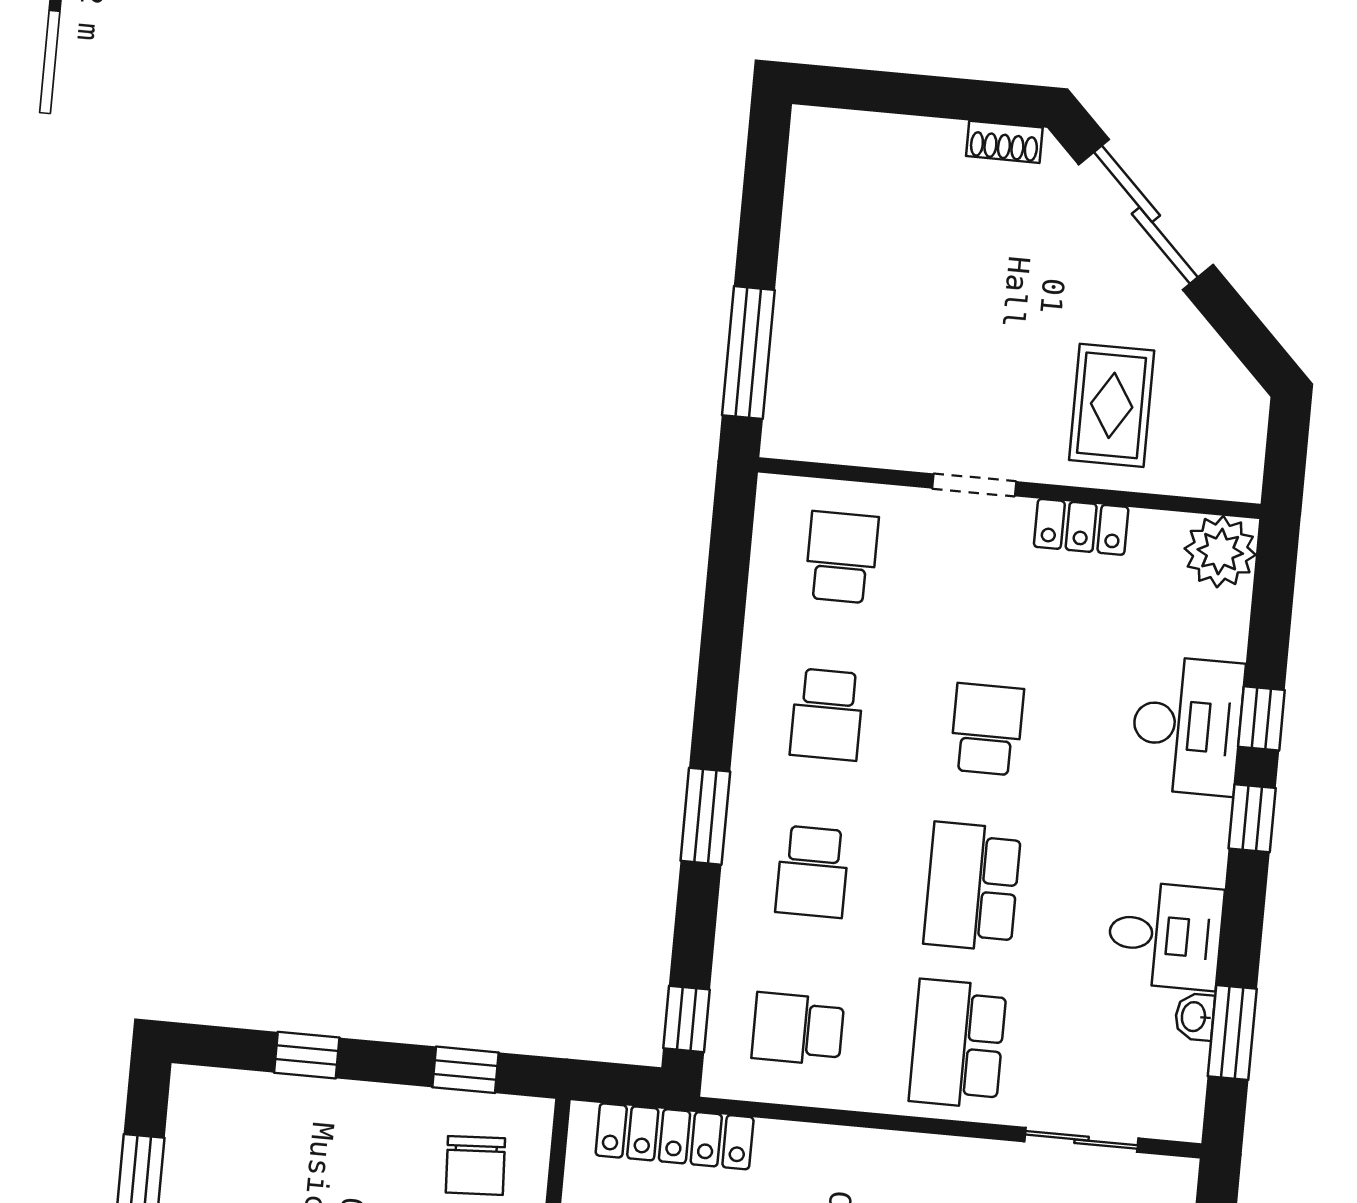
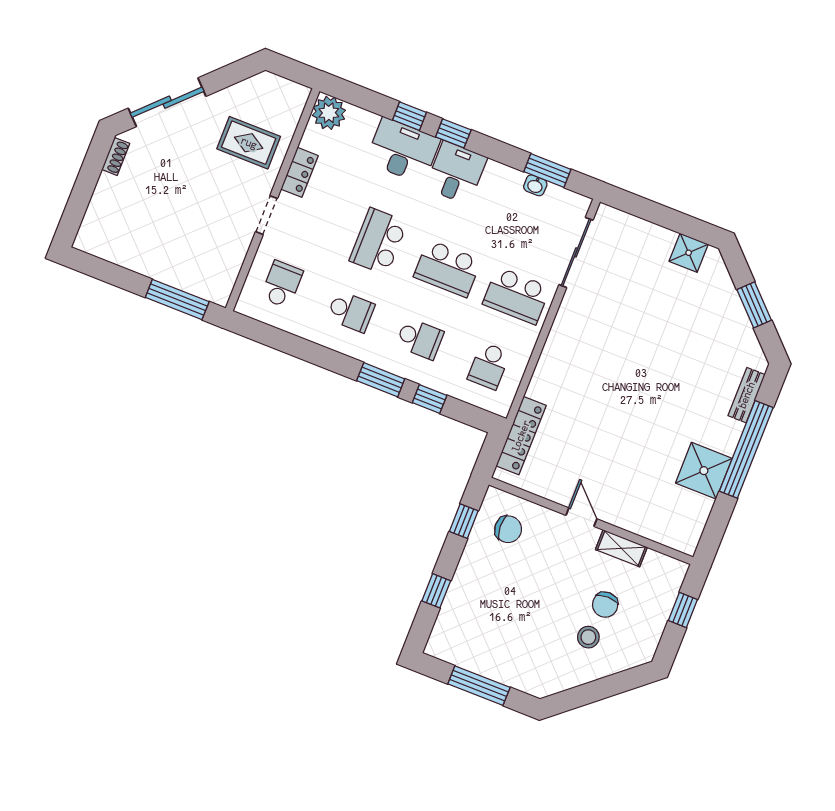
school desk: (842, 557) -> (282, 284), turned 90
school desk: (987, 729) -> (378, 241), width x1.85
desk: (1165, 936) -> (456, 173), moved
window: (687, 1019) -> (430, 399), moved
sliding door: (1082, 1140) -> (576, 252), width x1.37

